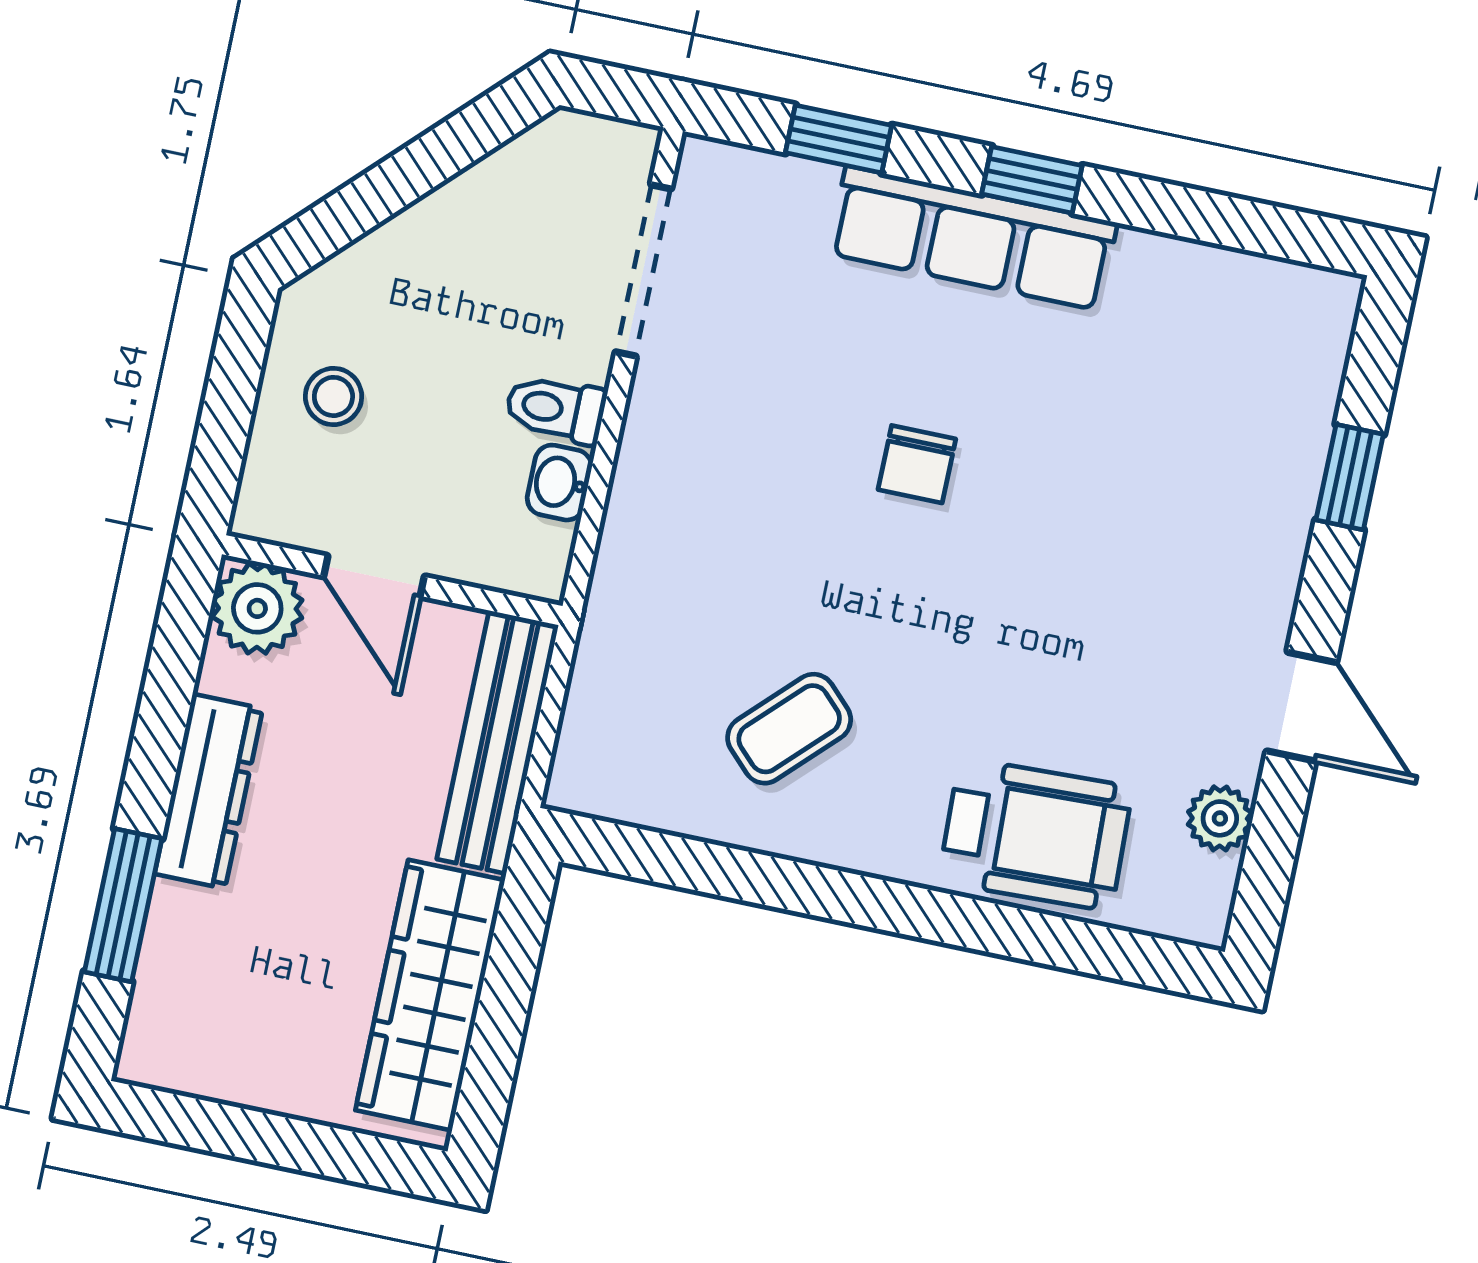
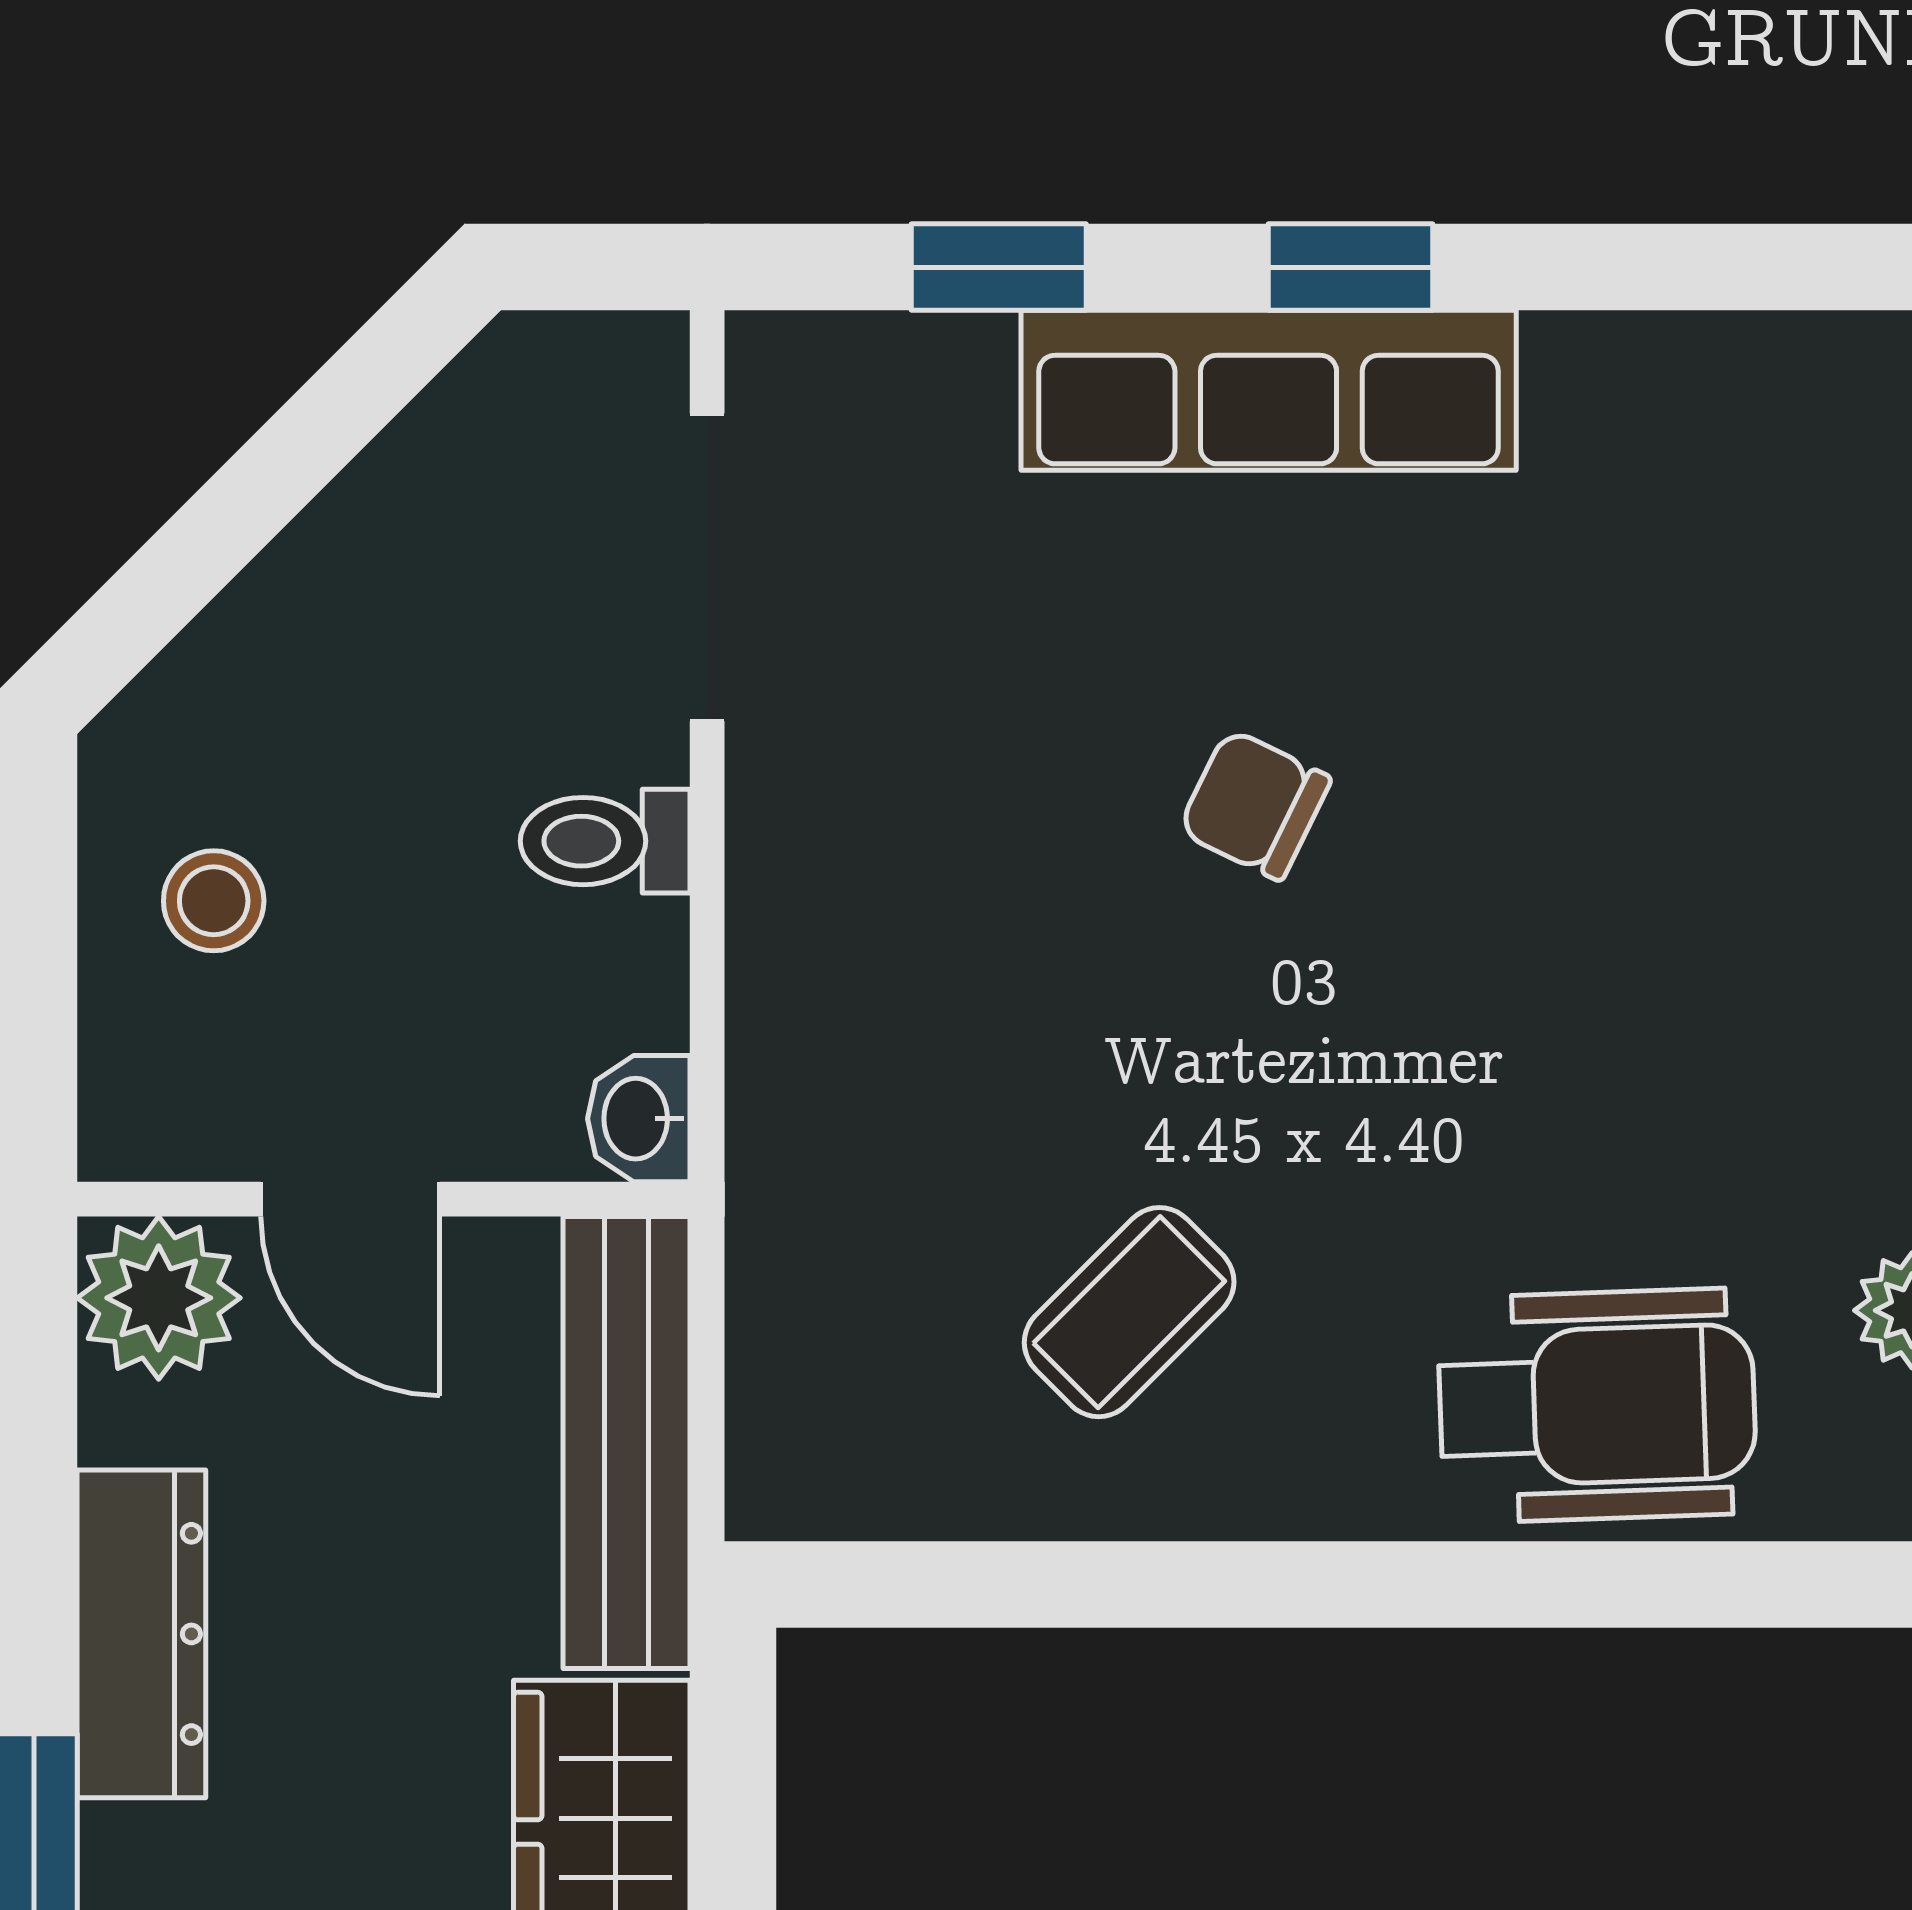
chair: (917, 464) -> (1255, 805), turned 116
washbasin: (559, 483) -> (639, 1119), moved

